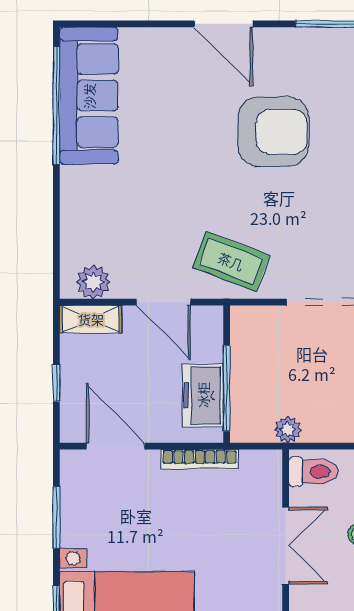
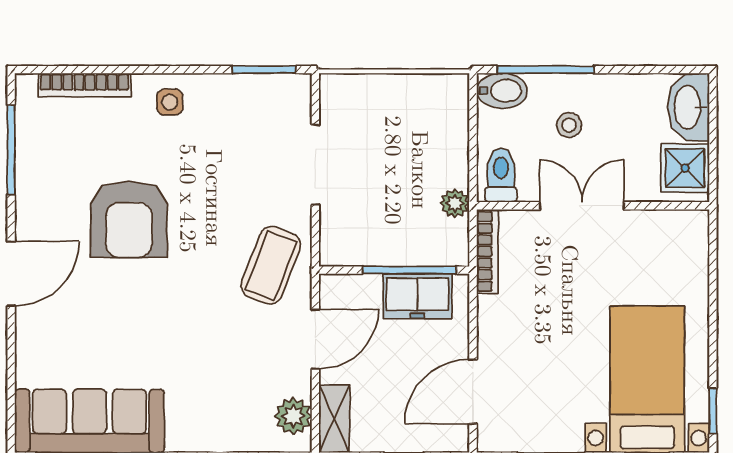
armchair: (273, 132) -> (129, 219), turned 180
bookcase: (200, 459) -> (487, 252), moved

